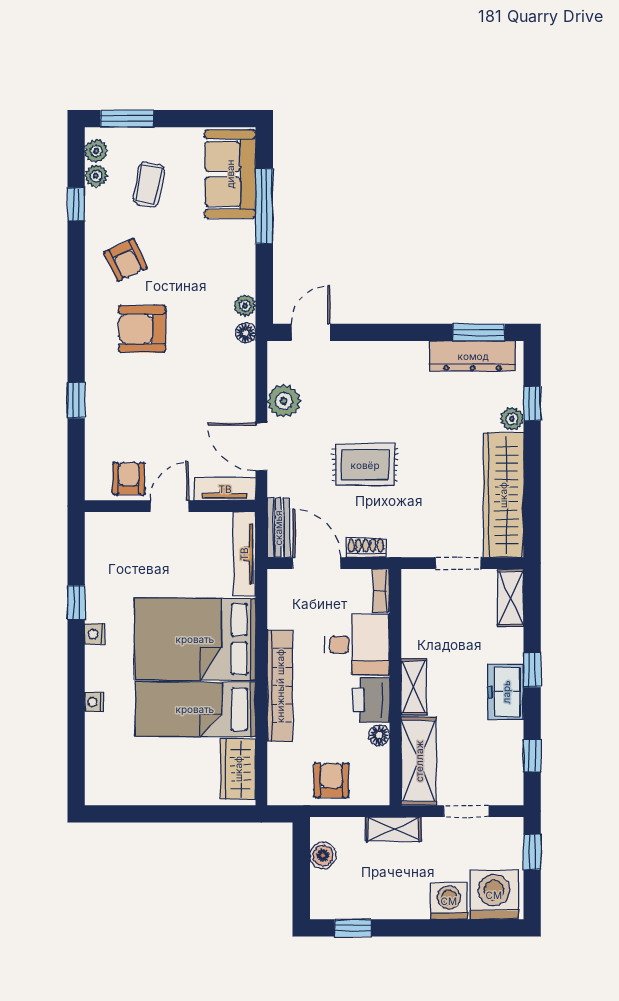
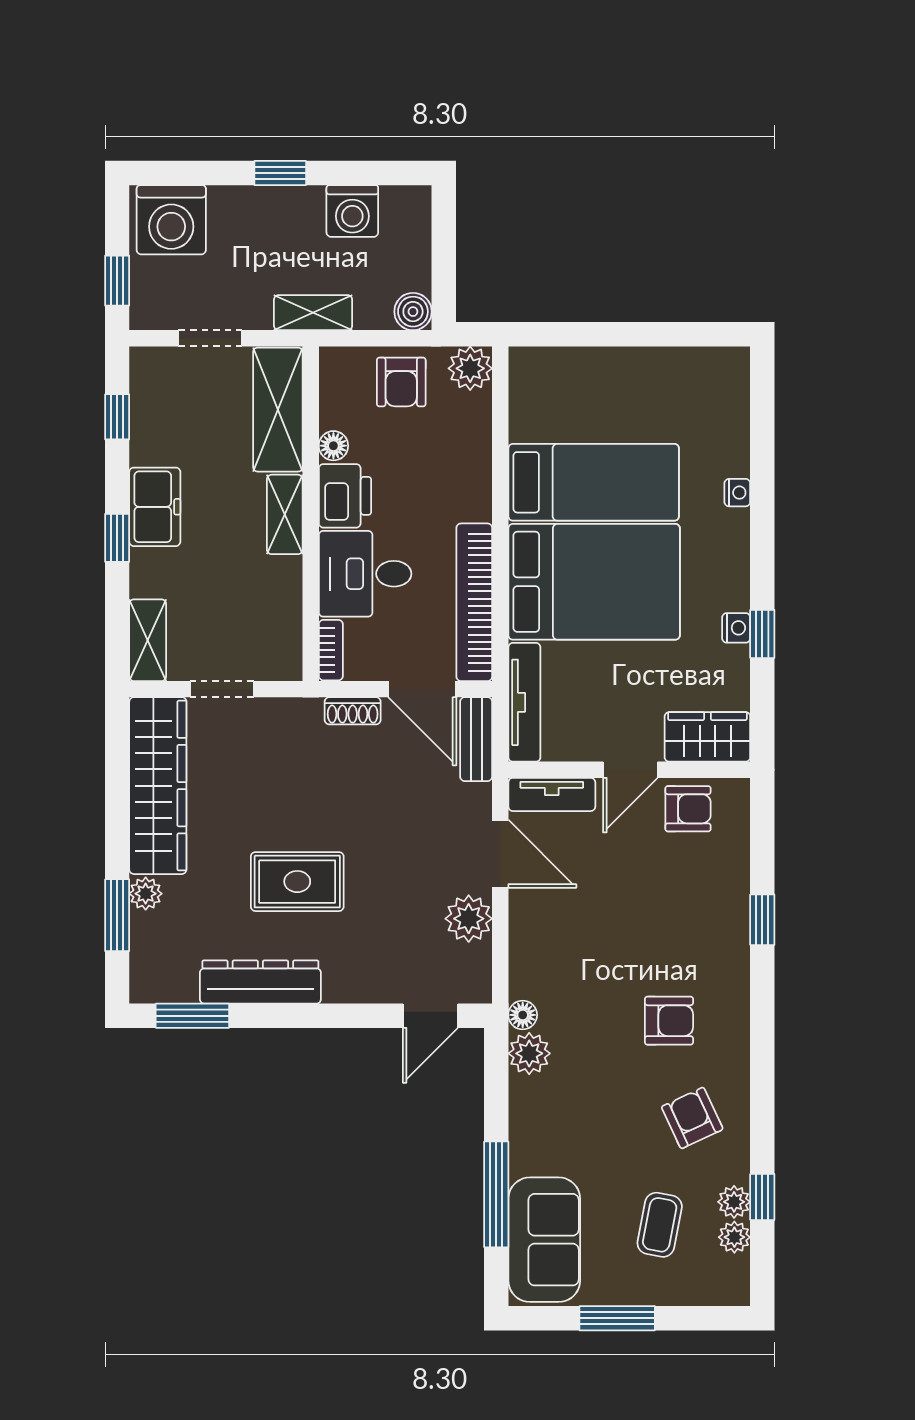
window: (127, 119) -> (617, 1318), moved
plant: (96, 151) -> (734, 1202), moved
plant: (245, 306) -> (529, 1053), width x1.38, depth x1.38
armchair: (142, 329) -> (669, 1021), width x0.72, depth x0.72
dresser: (473, 356) -> (260, 982), moved
window: (532, 403) -> (117, 915), width x1.50
rug: (365, 465) -> (297, 882), moved
armchair: (129, 479) -> (688, 809), turned -90
nightstand: (95, 634) -> (736, 628), moved
bookcase: (280, 686) -> (474, 602), moved
wardrobe: (238, 769) -> (707, 737), moved, turned -90
plant: (283, 790) -> (470, 368), added
boiler: (323, 856) -> (413, 312), moved
washing machine: (449, 901) -> (352, 211), moved
window: (353, 928) -> (280, 173), moved

